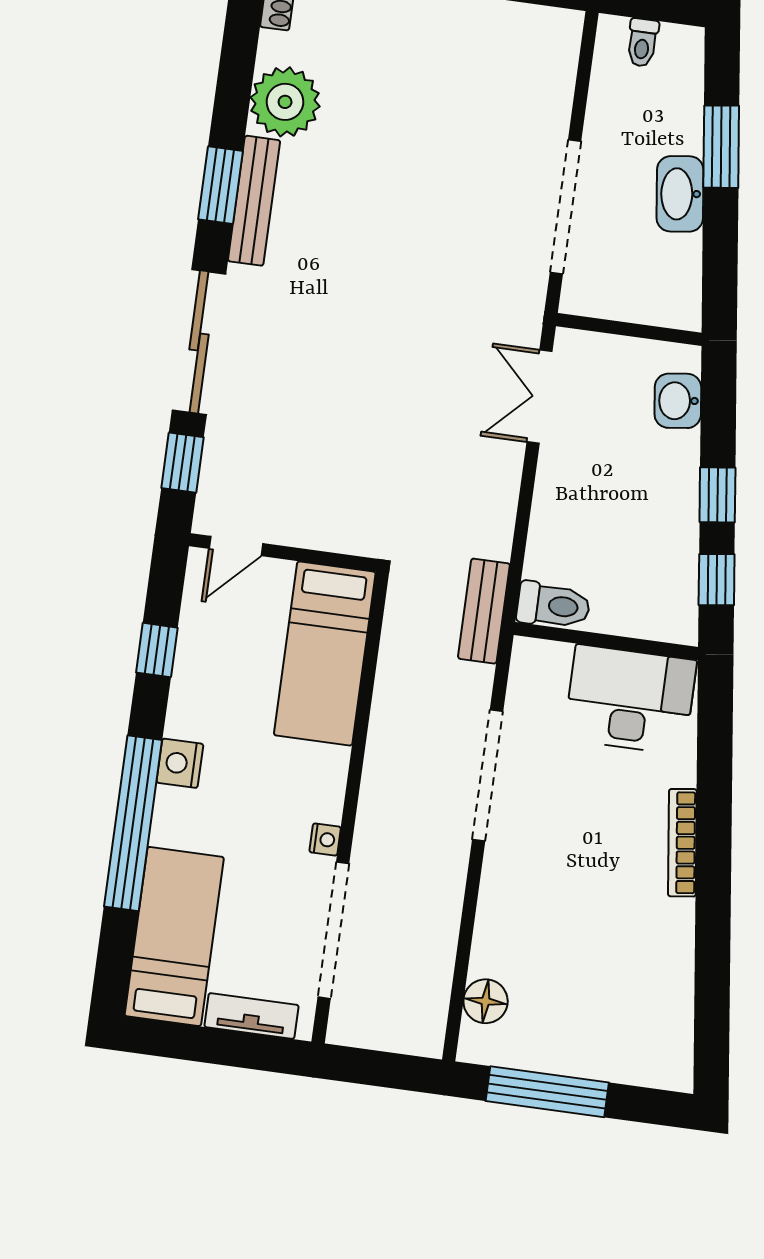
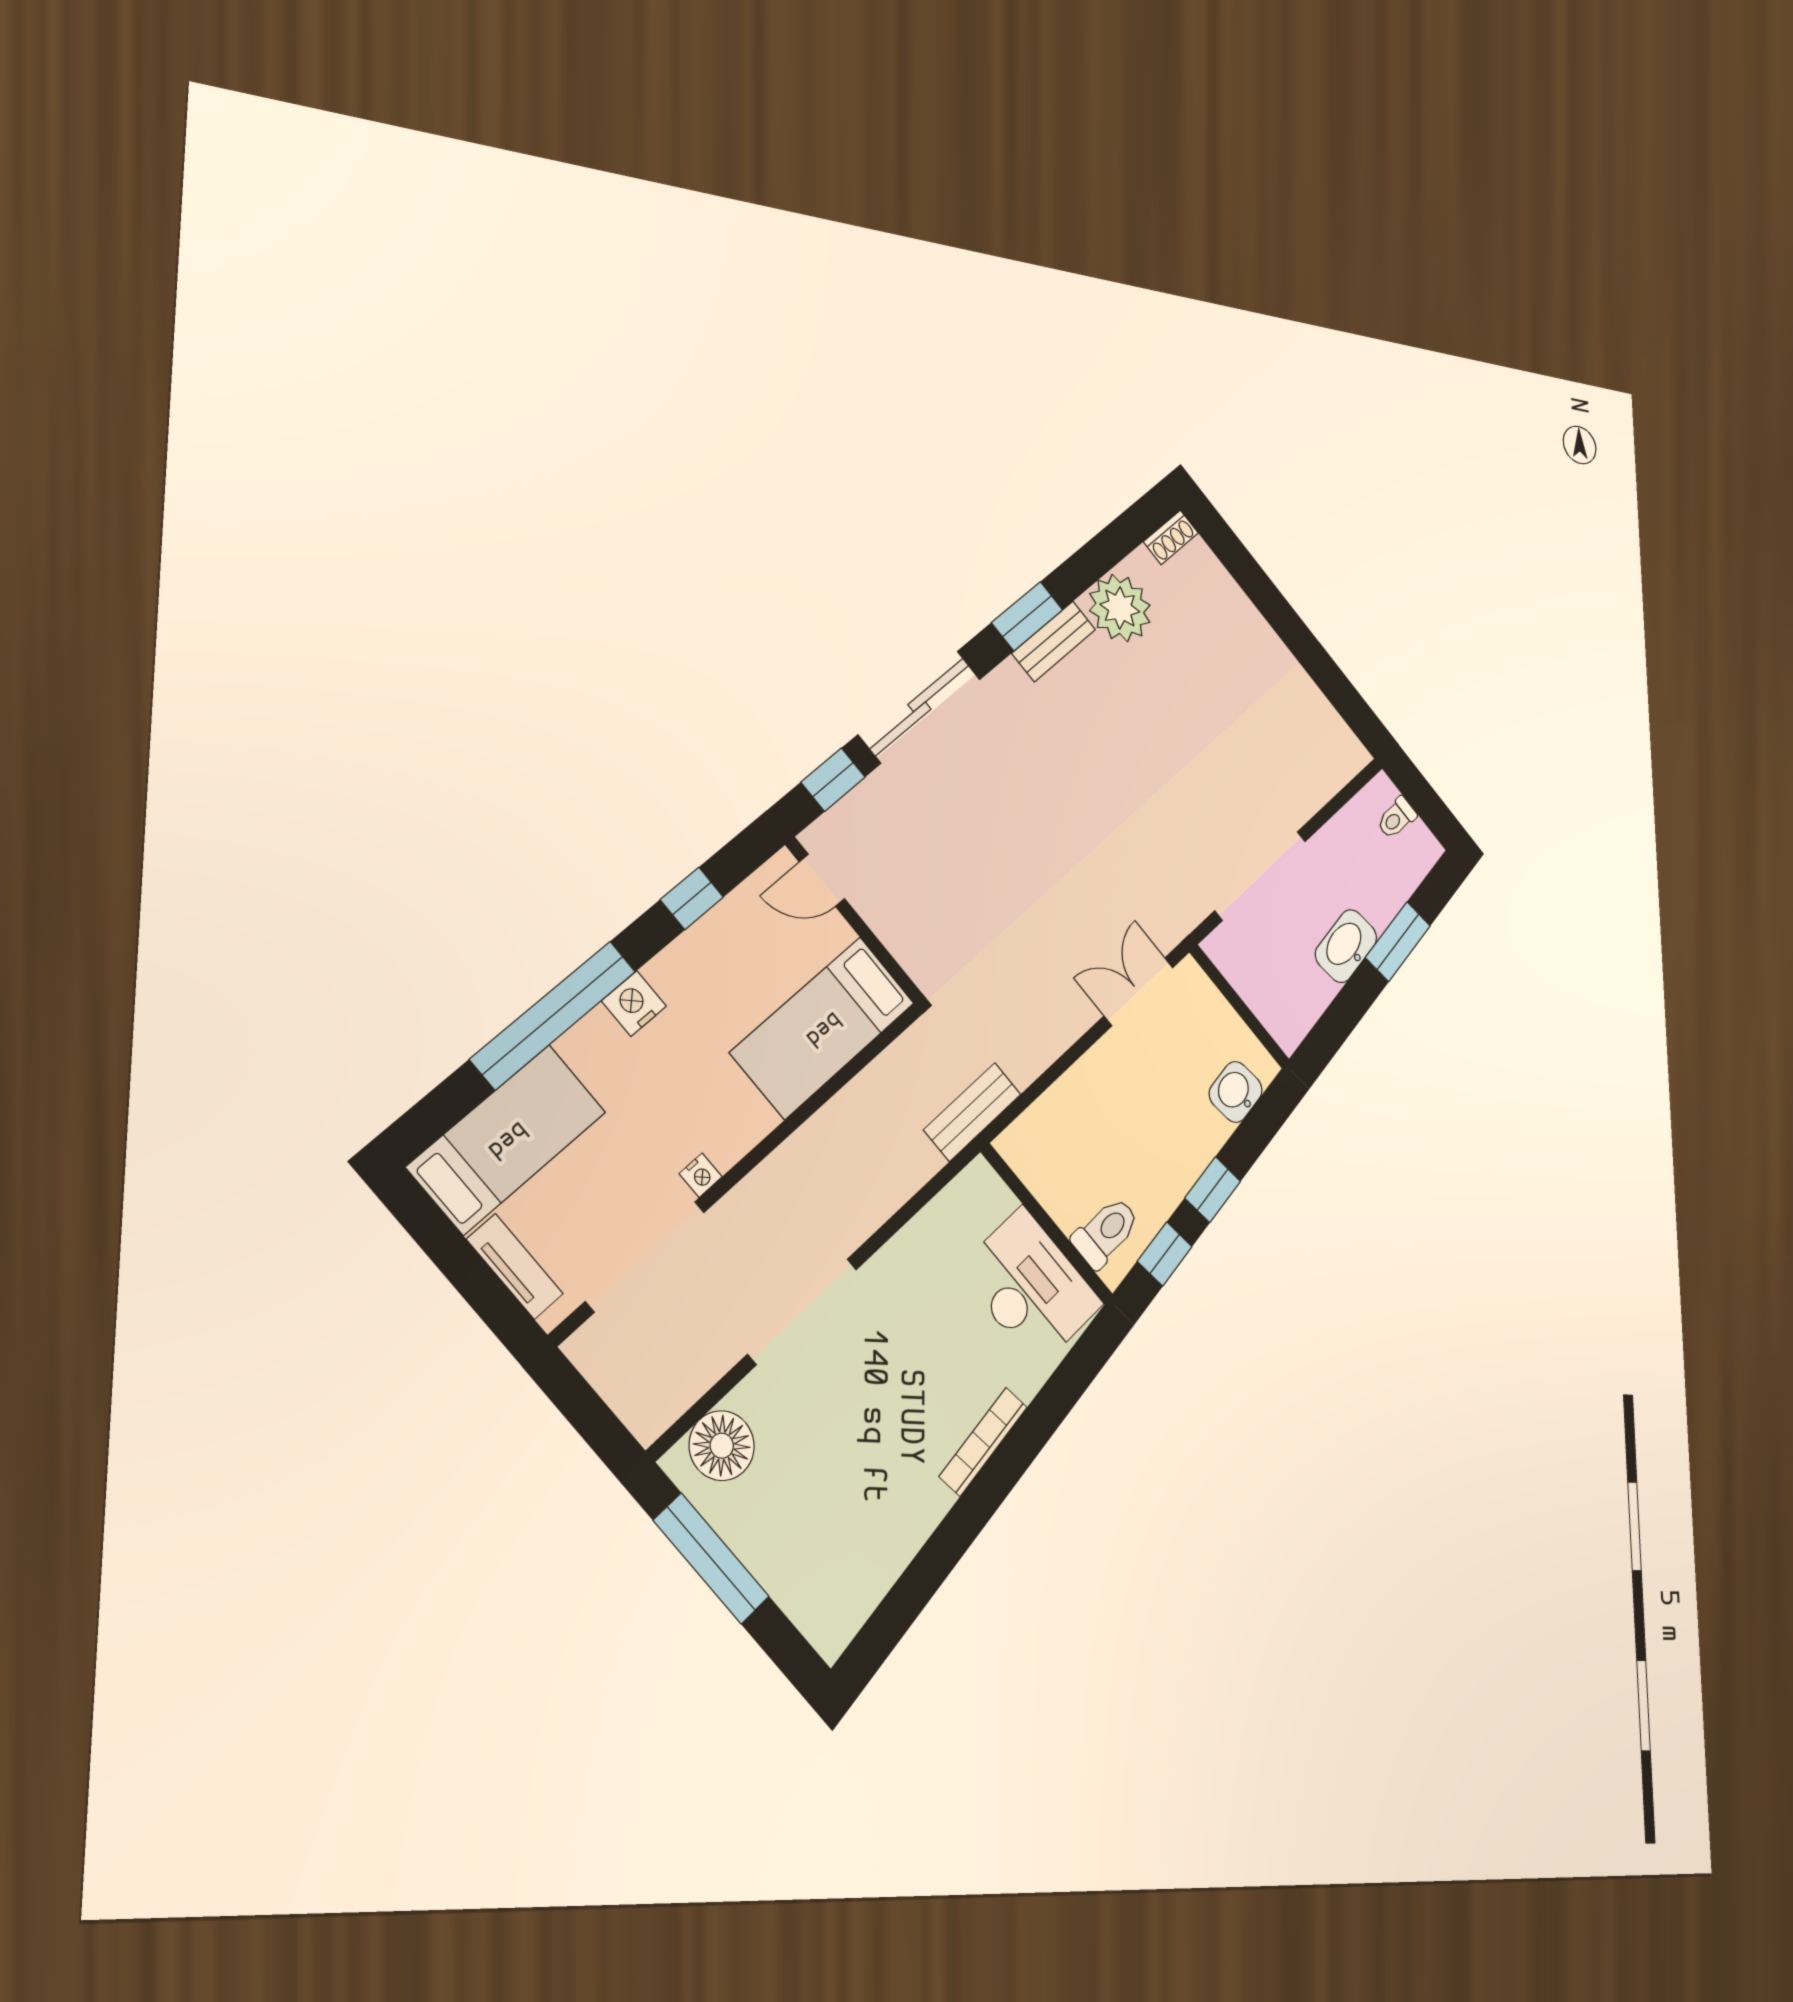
bench: (254, 201) -> (1054, 641), width x0.73
toilet: (553, 605) -> (1106, 1232), moved, turned -90
doorway: (488, 775) -> (802, 1311), moved
floor lamp: (486, 1001) -> (722, 1446), width x1.38, depth x1.38

